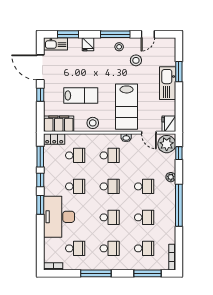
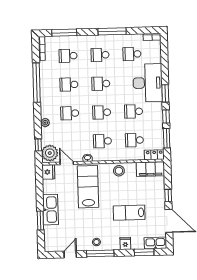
stool: (136, 60) -> (80, 230), removed
lab bench: (81, 95) -> (129, 213), moved
window: (179, 205) -> (37, 83), moved

